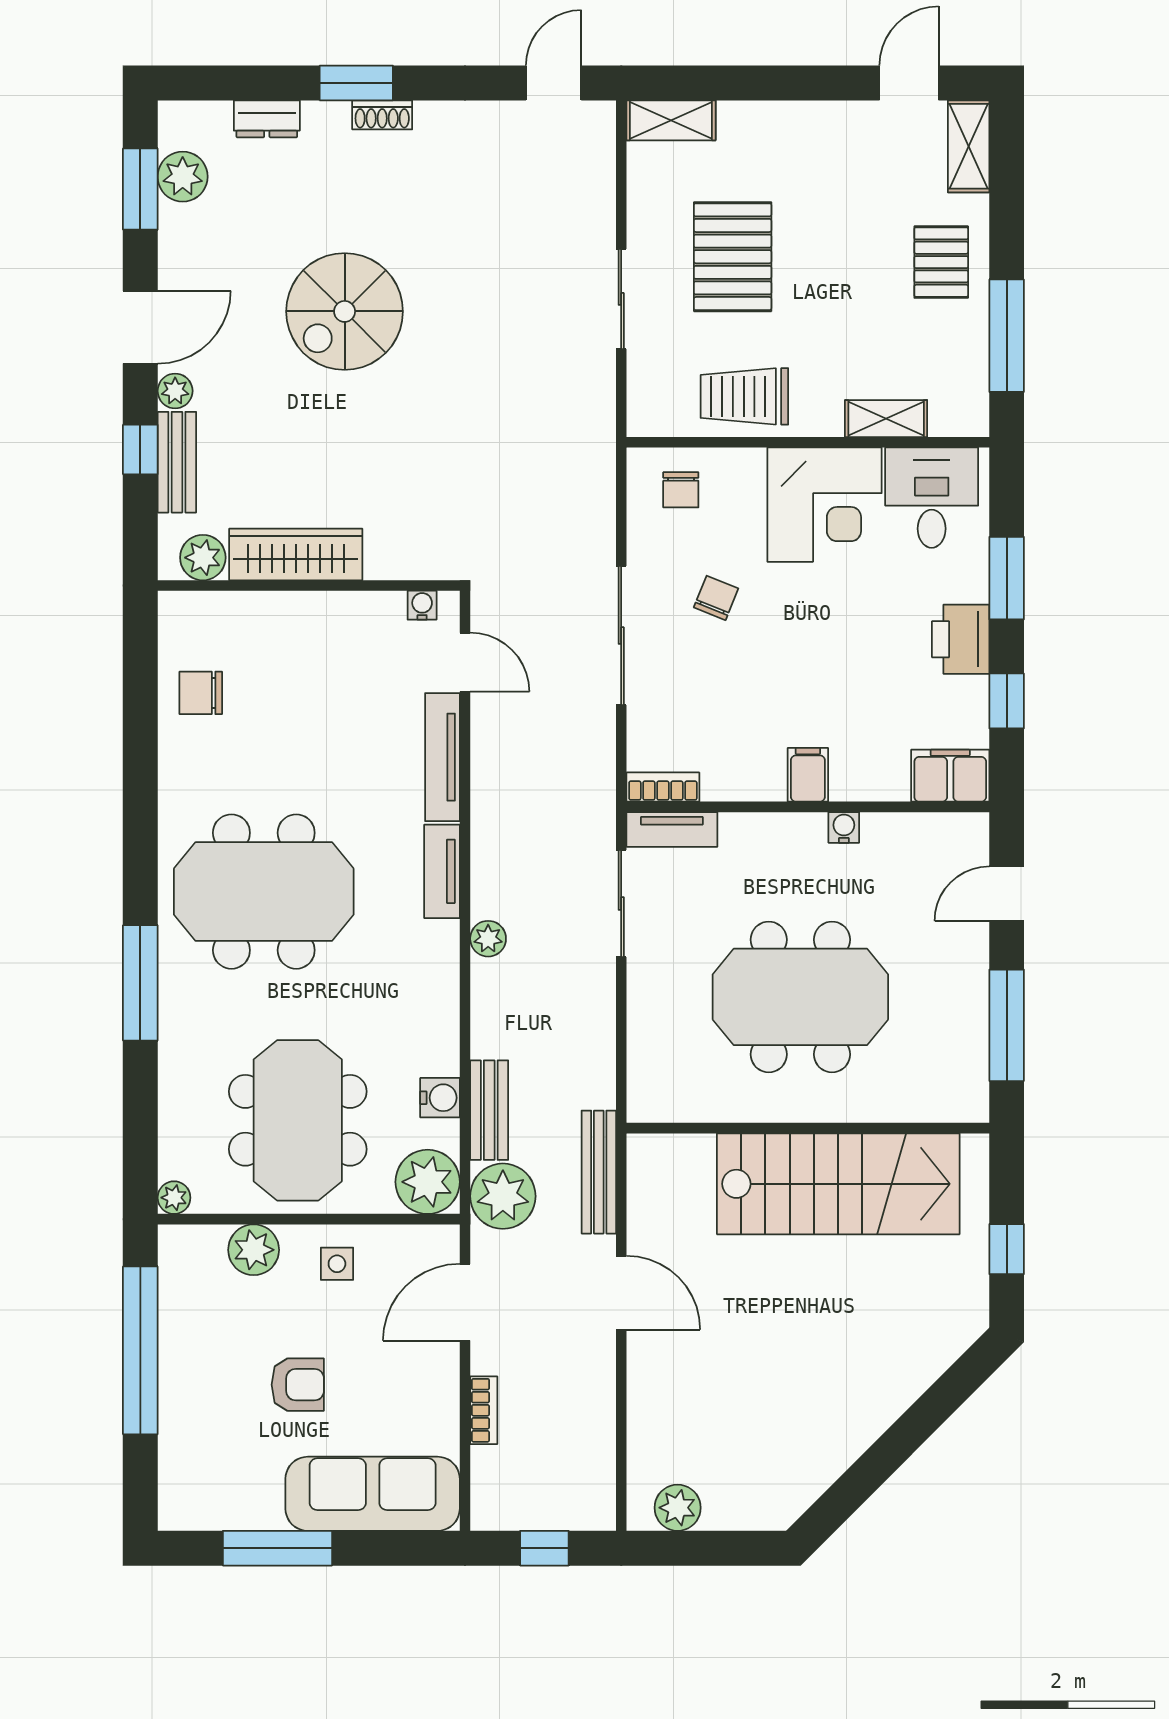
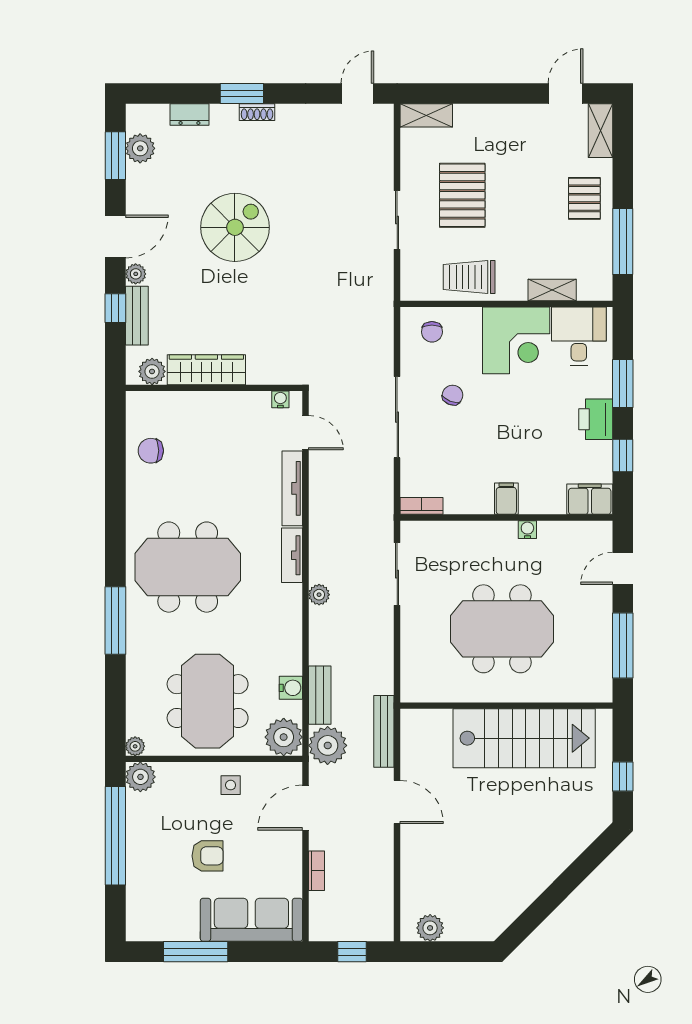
spiral stairs: (345, 311) -> (235, 227), turned 180
tv unit: (672, 829) -> (427, 531), removed
plant: (254, 1250) -> (140, 777), moved

